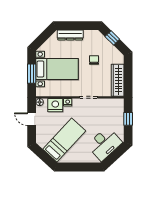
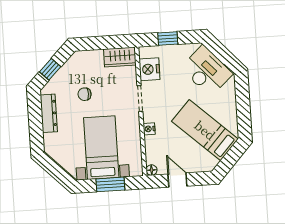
dresser: (70, 35) -> (49, 113), moved
wardrobe: (118, 80) -> (120, 57), width x0.67
nightstand: (55, 105) -> (149, 69), moved
door: (32, 119) -> (177, 180), swing flipped

